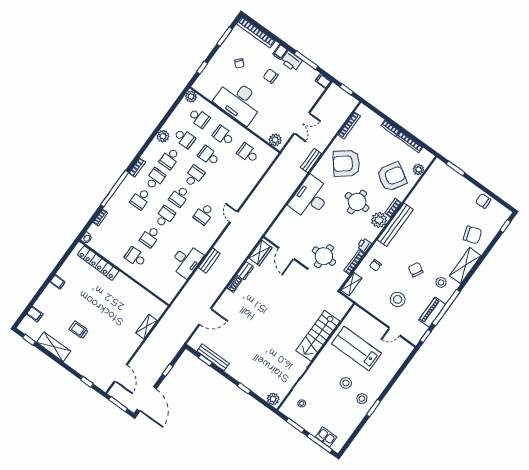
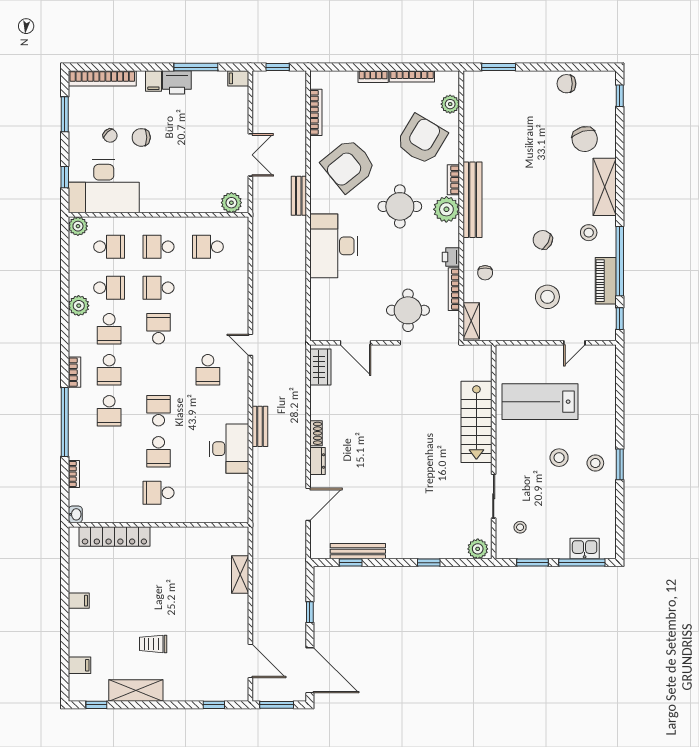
chair: (271, 76) -> (141, 137), moved
desk: (239, 101) -> (104, 186), moved
school desk: (155, 179) -> (109, 370), turned 180
school desk: (179, 196) -> (159, 370), removed
chair: (472, 235) -> (585, 139), turned 93
dresser: (245, 271) -> (318, 461), moved

